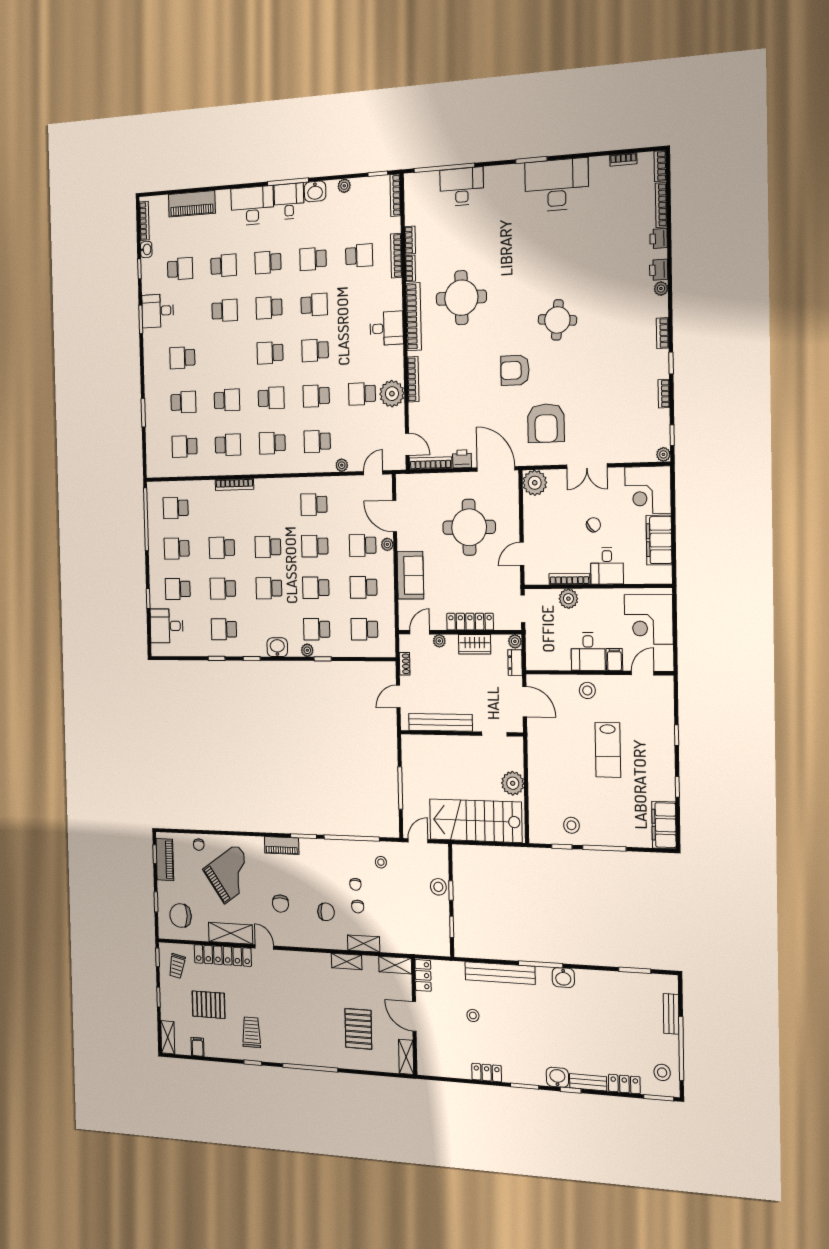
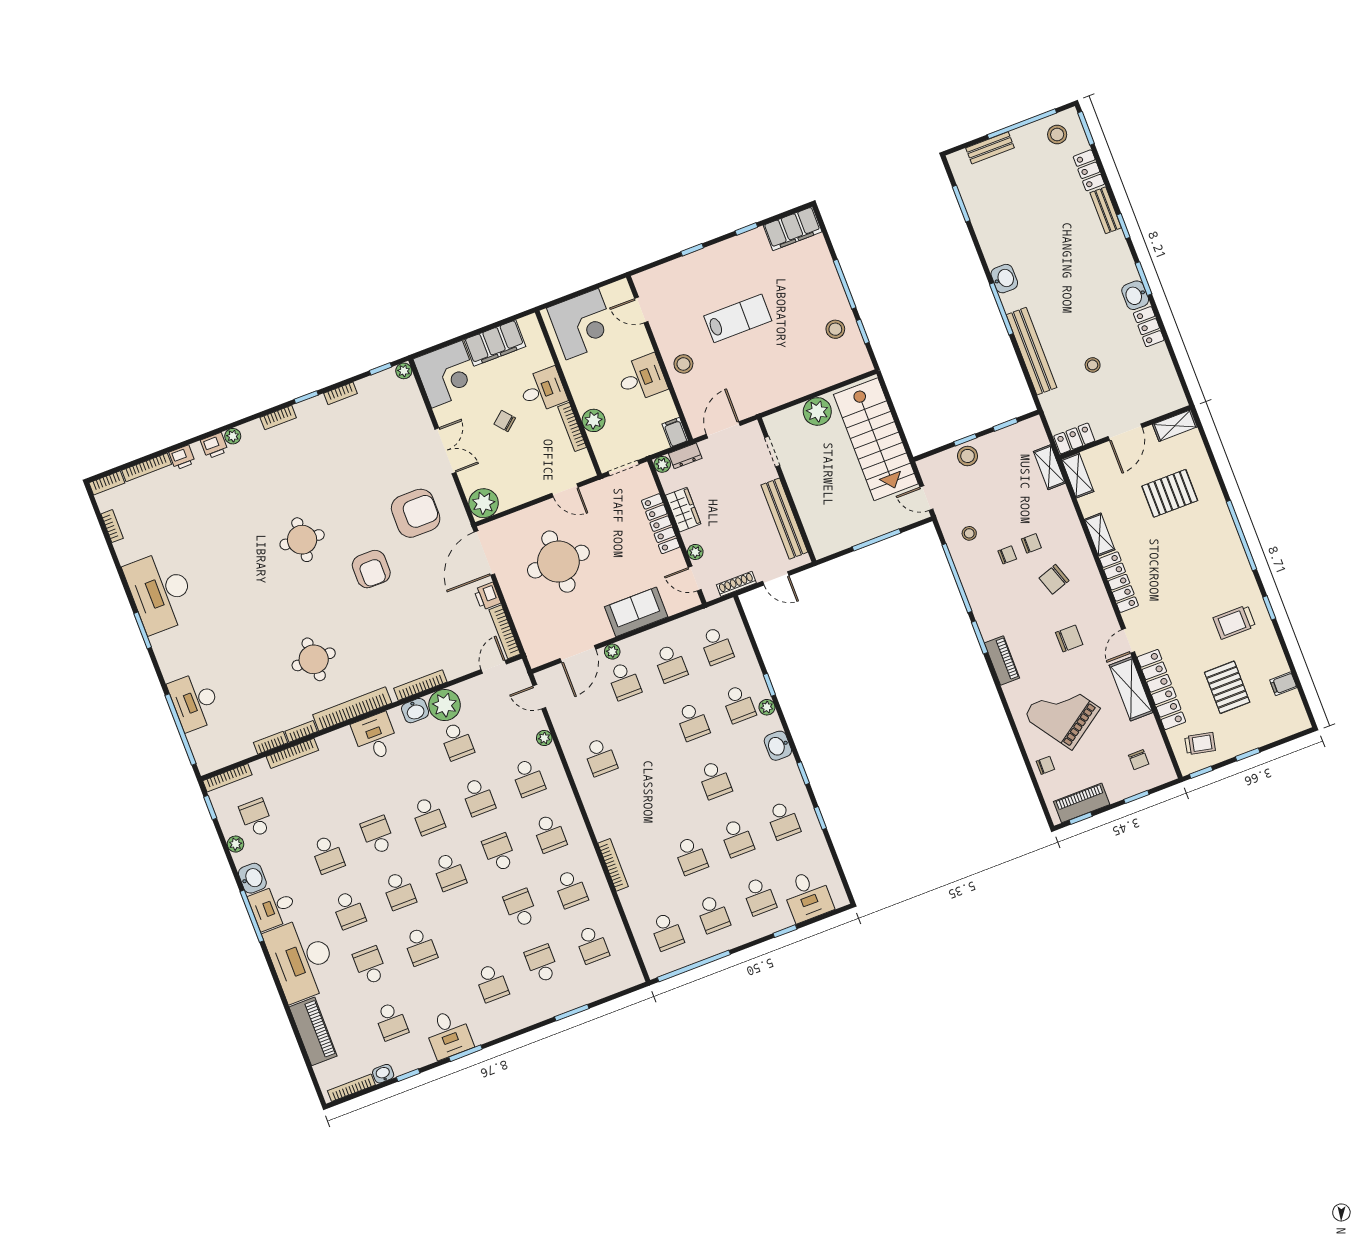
desk: (252, 206) -> (302, 959), width x1.36, depth x1.30
school desk: (359, 256) -> (256, 818), moved
school desk: (180, 269) -> (391, 1021), turned 180
round table: (461, 298) -> (314, 659), width x0.73, depth x0.73
school desk: (225, 310) -> (420, 946), turned 180
washbasin: (396, 368) -> (415, 711), added
school desk: (228, 445) -> (571, 889), turned 180
school desk: (315, 546) -> (646, 739), removed
school desk: (268, 547) -> (669, 797), removed
filing cabinet: (614, 660) -> (675, 432), moved, turned 90
shoe rack: (405, 664) -> (736, 584), width x1.43
chair: (326, 912) -> (1054, 579), turned -109
chair: (181, 916) -> (1139, 760), width x0.54, depth x0.54
shelving: (364, 944) -> (1049, 467), moved
locker: (308, 960) -> (1119, 582), added
shelving: (168, 1037) -> (1290, 726), removed
washbasin: (557, 1077) -> (1135, 295), moved

